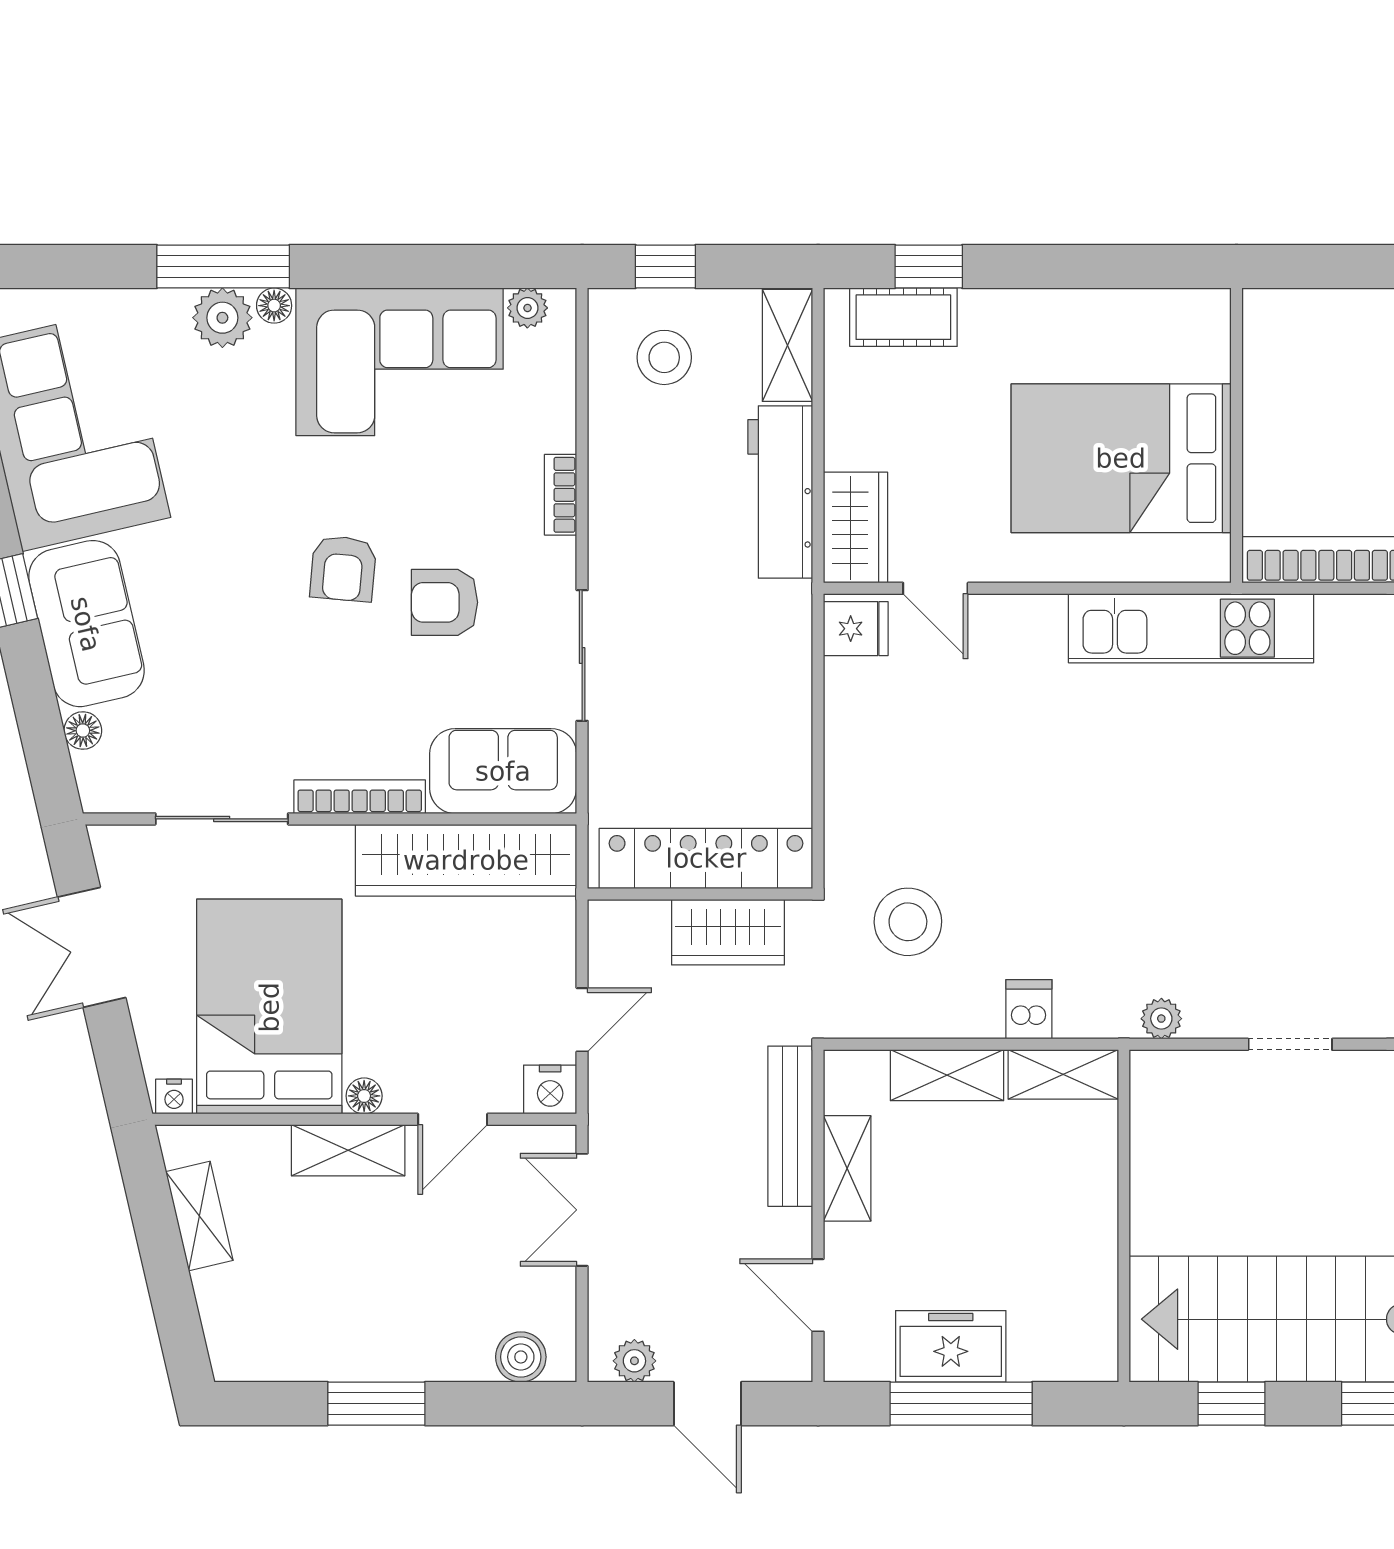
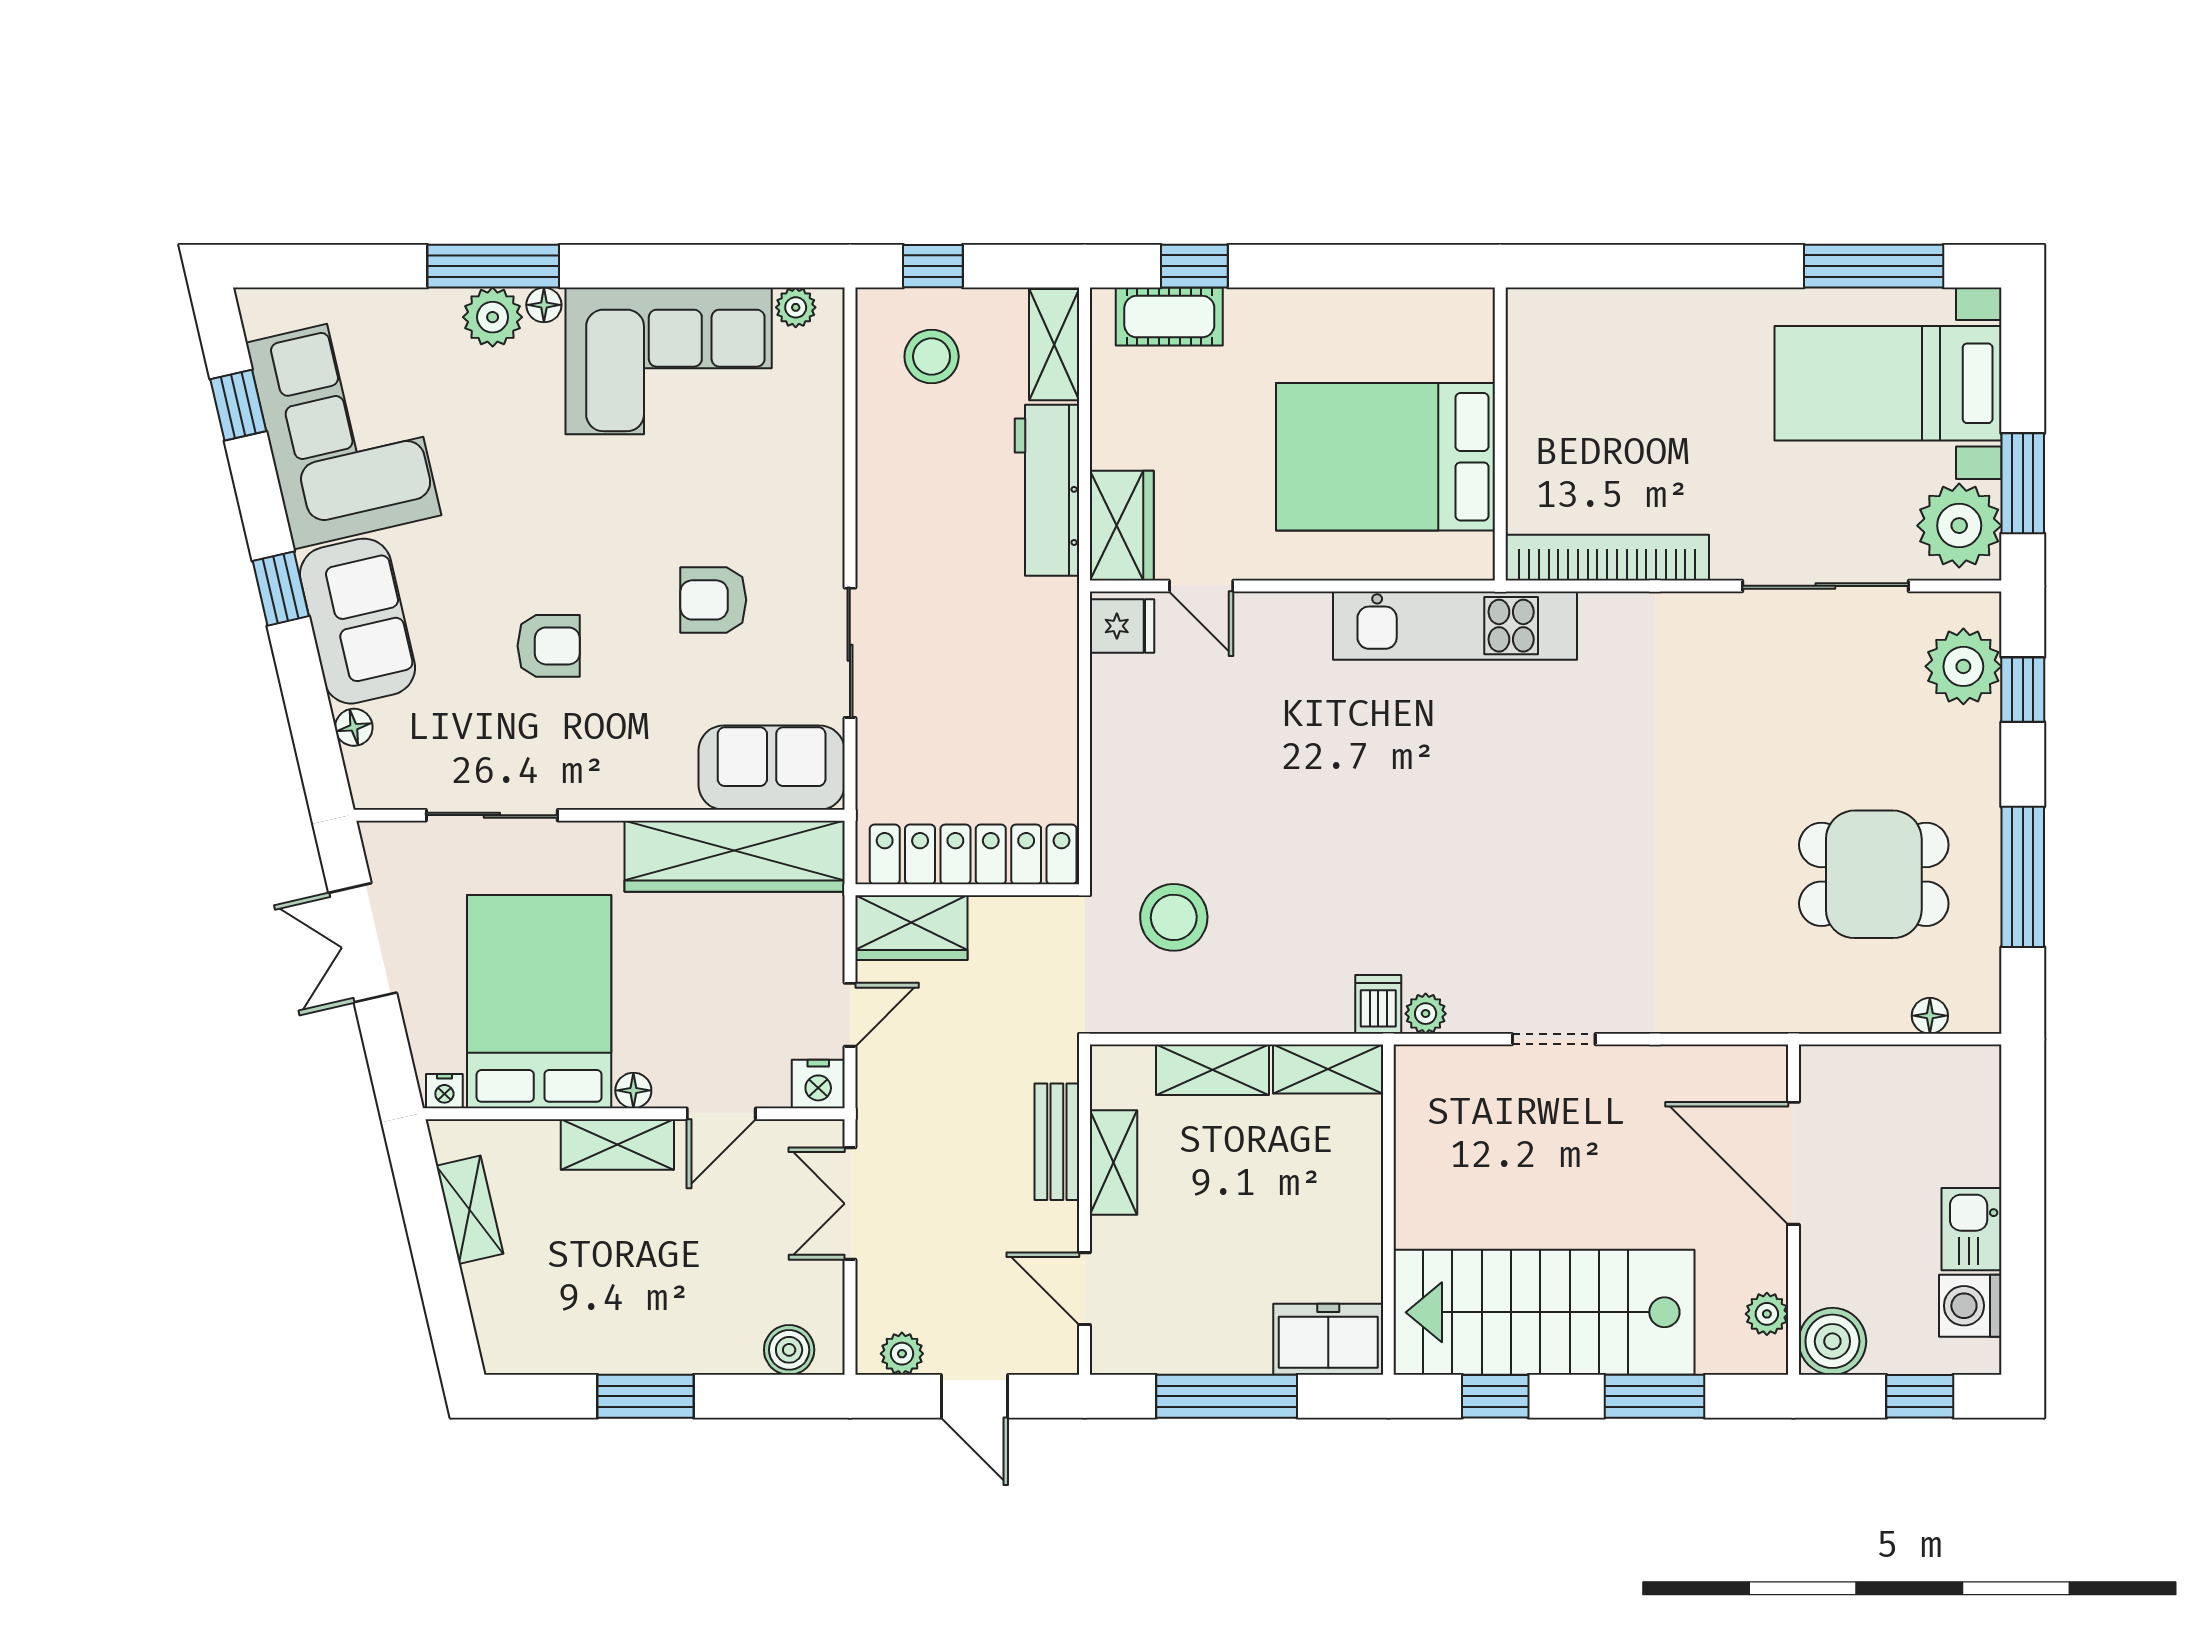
bookcase: (561, 495) -> (829, 493), removed
armchair: (343, 569) -> (549, 646), moved, turned -95
bookcase: (360, 797) -> (629, 793), removed
wardrobe: (728, 932) -> (911, 928), moved
dishwasher: (1029, 1009) -> (1378, 1004), moved
bench: (790, 1126) -> (1057, 1142), width x0.73
freezer: (951, 1346) -> (1328, 1339), moved

